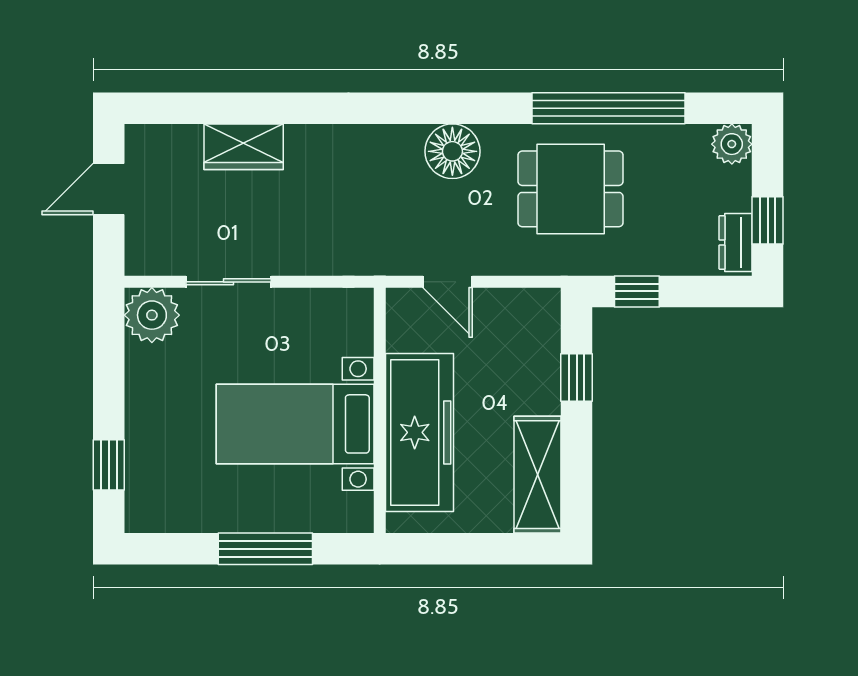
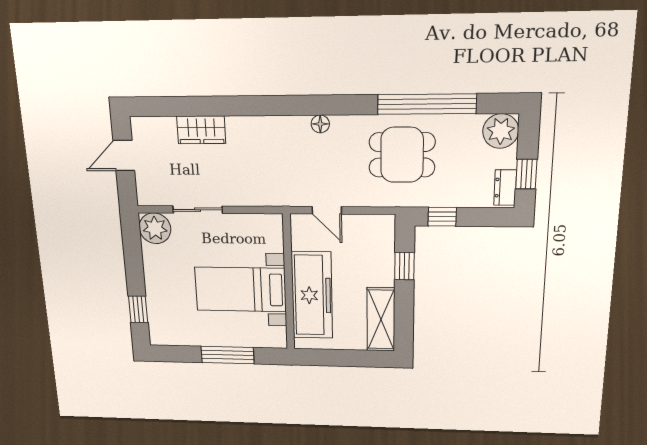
plant: (732, 144) -> (501, 131), width x1.36, depth x1.36
floor lamp: (452, 151) -> (320, 124), width x0.53, depth x0.53

